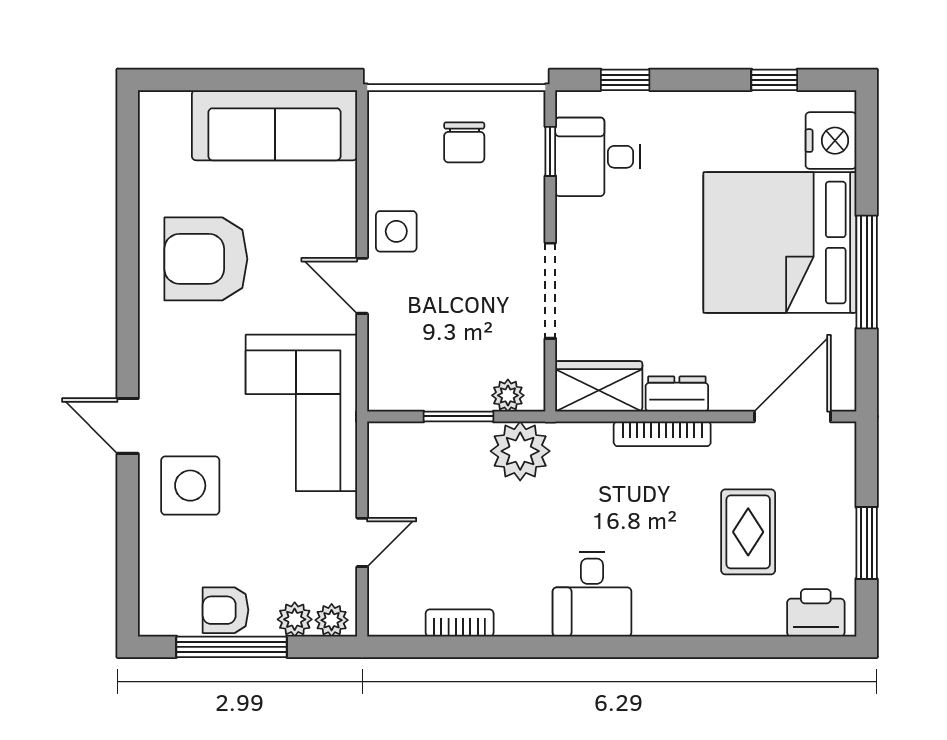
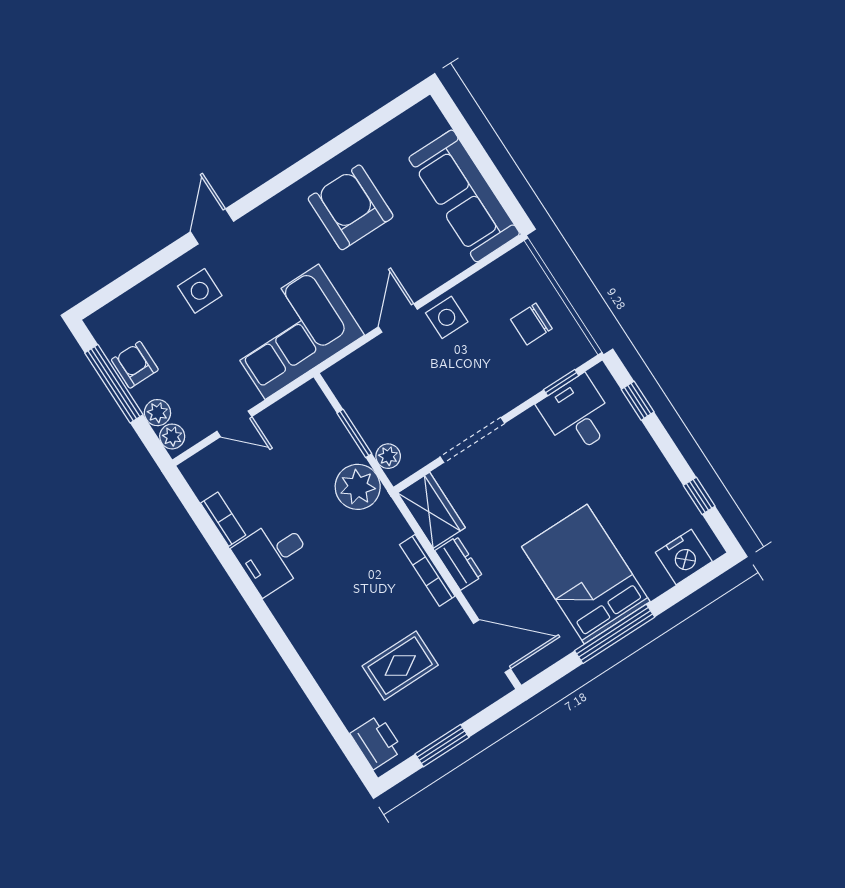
bed: (780, 243) -> (586, 574), width x0.73
side table: (190, 486) -> (200, 291), width x0.73, depth x0.73
desk: (592, 594) -> (273, 556), moved

